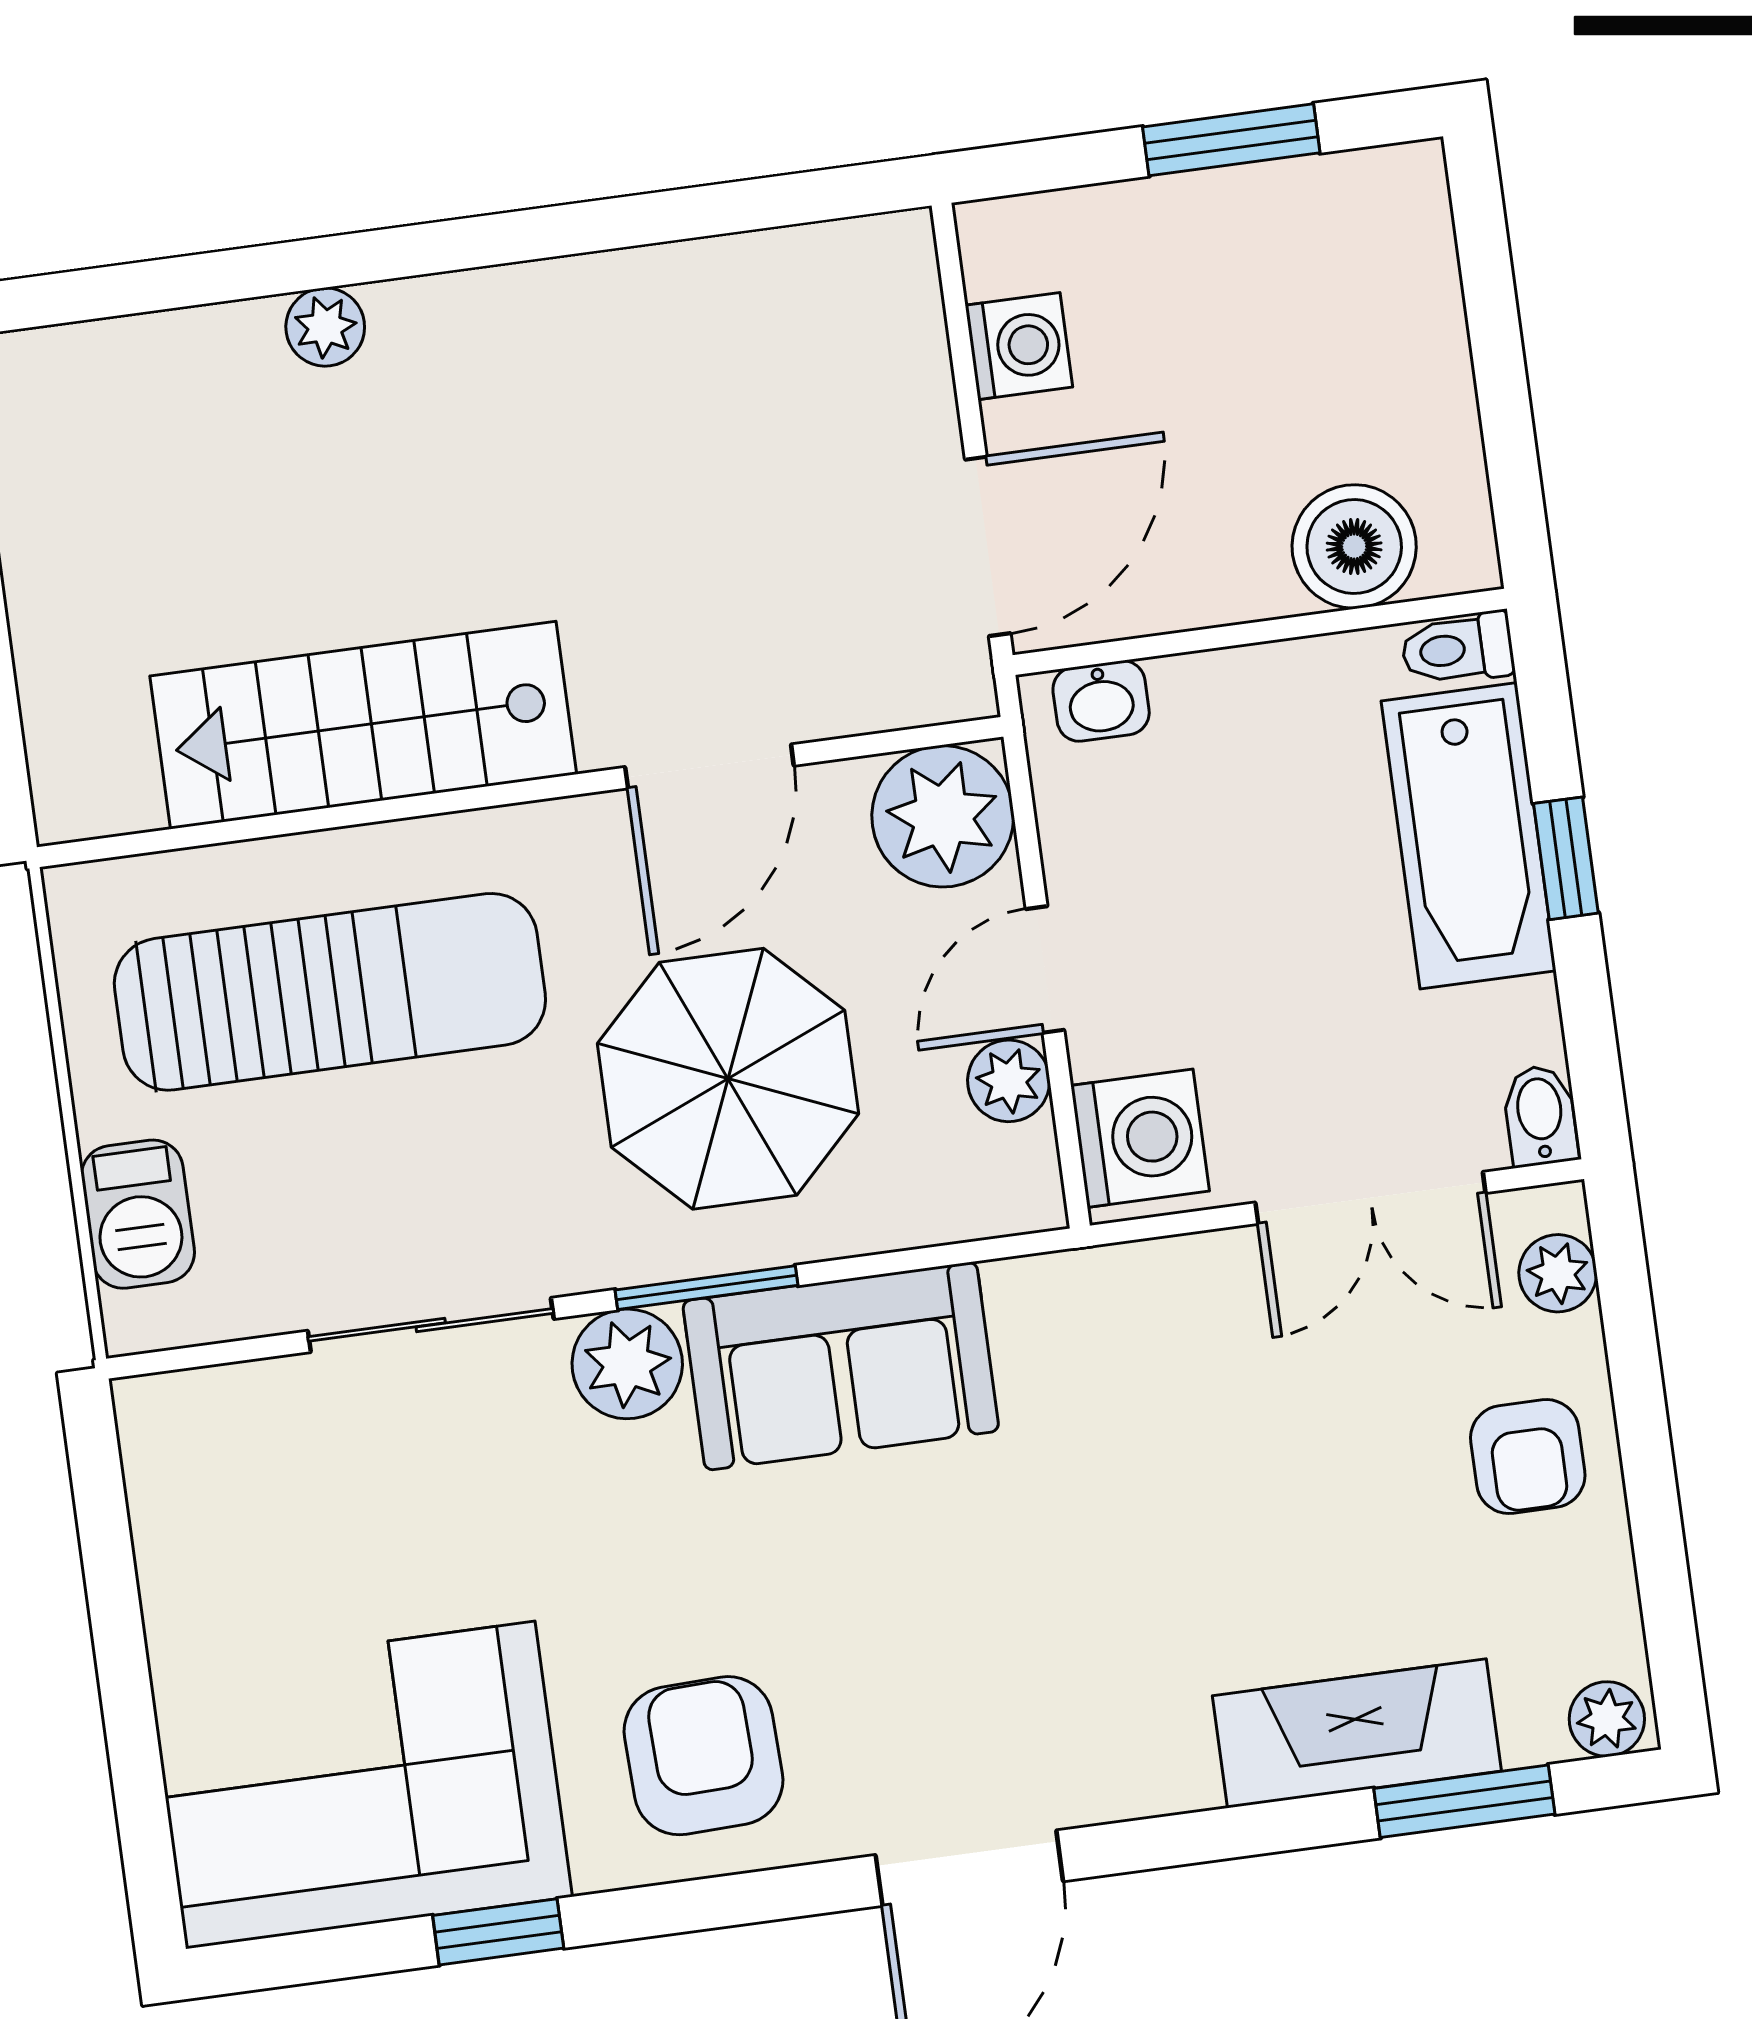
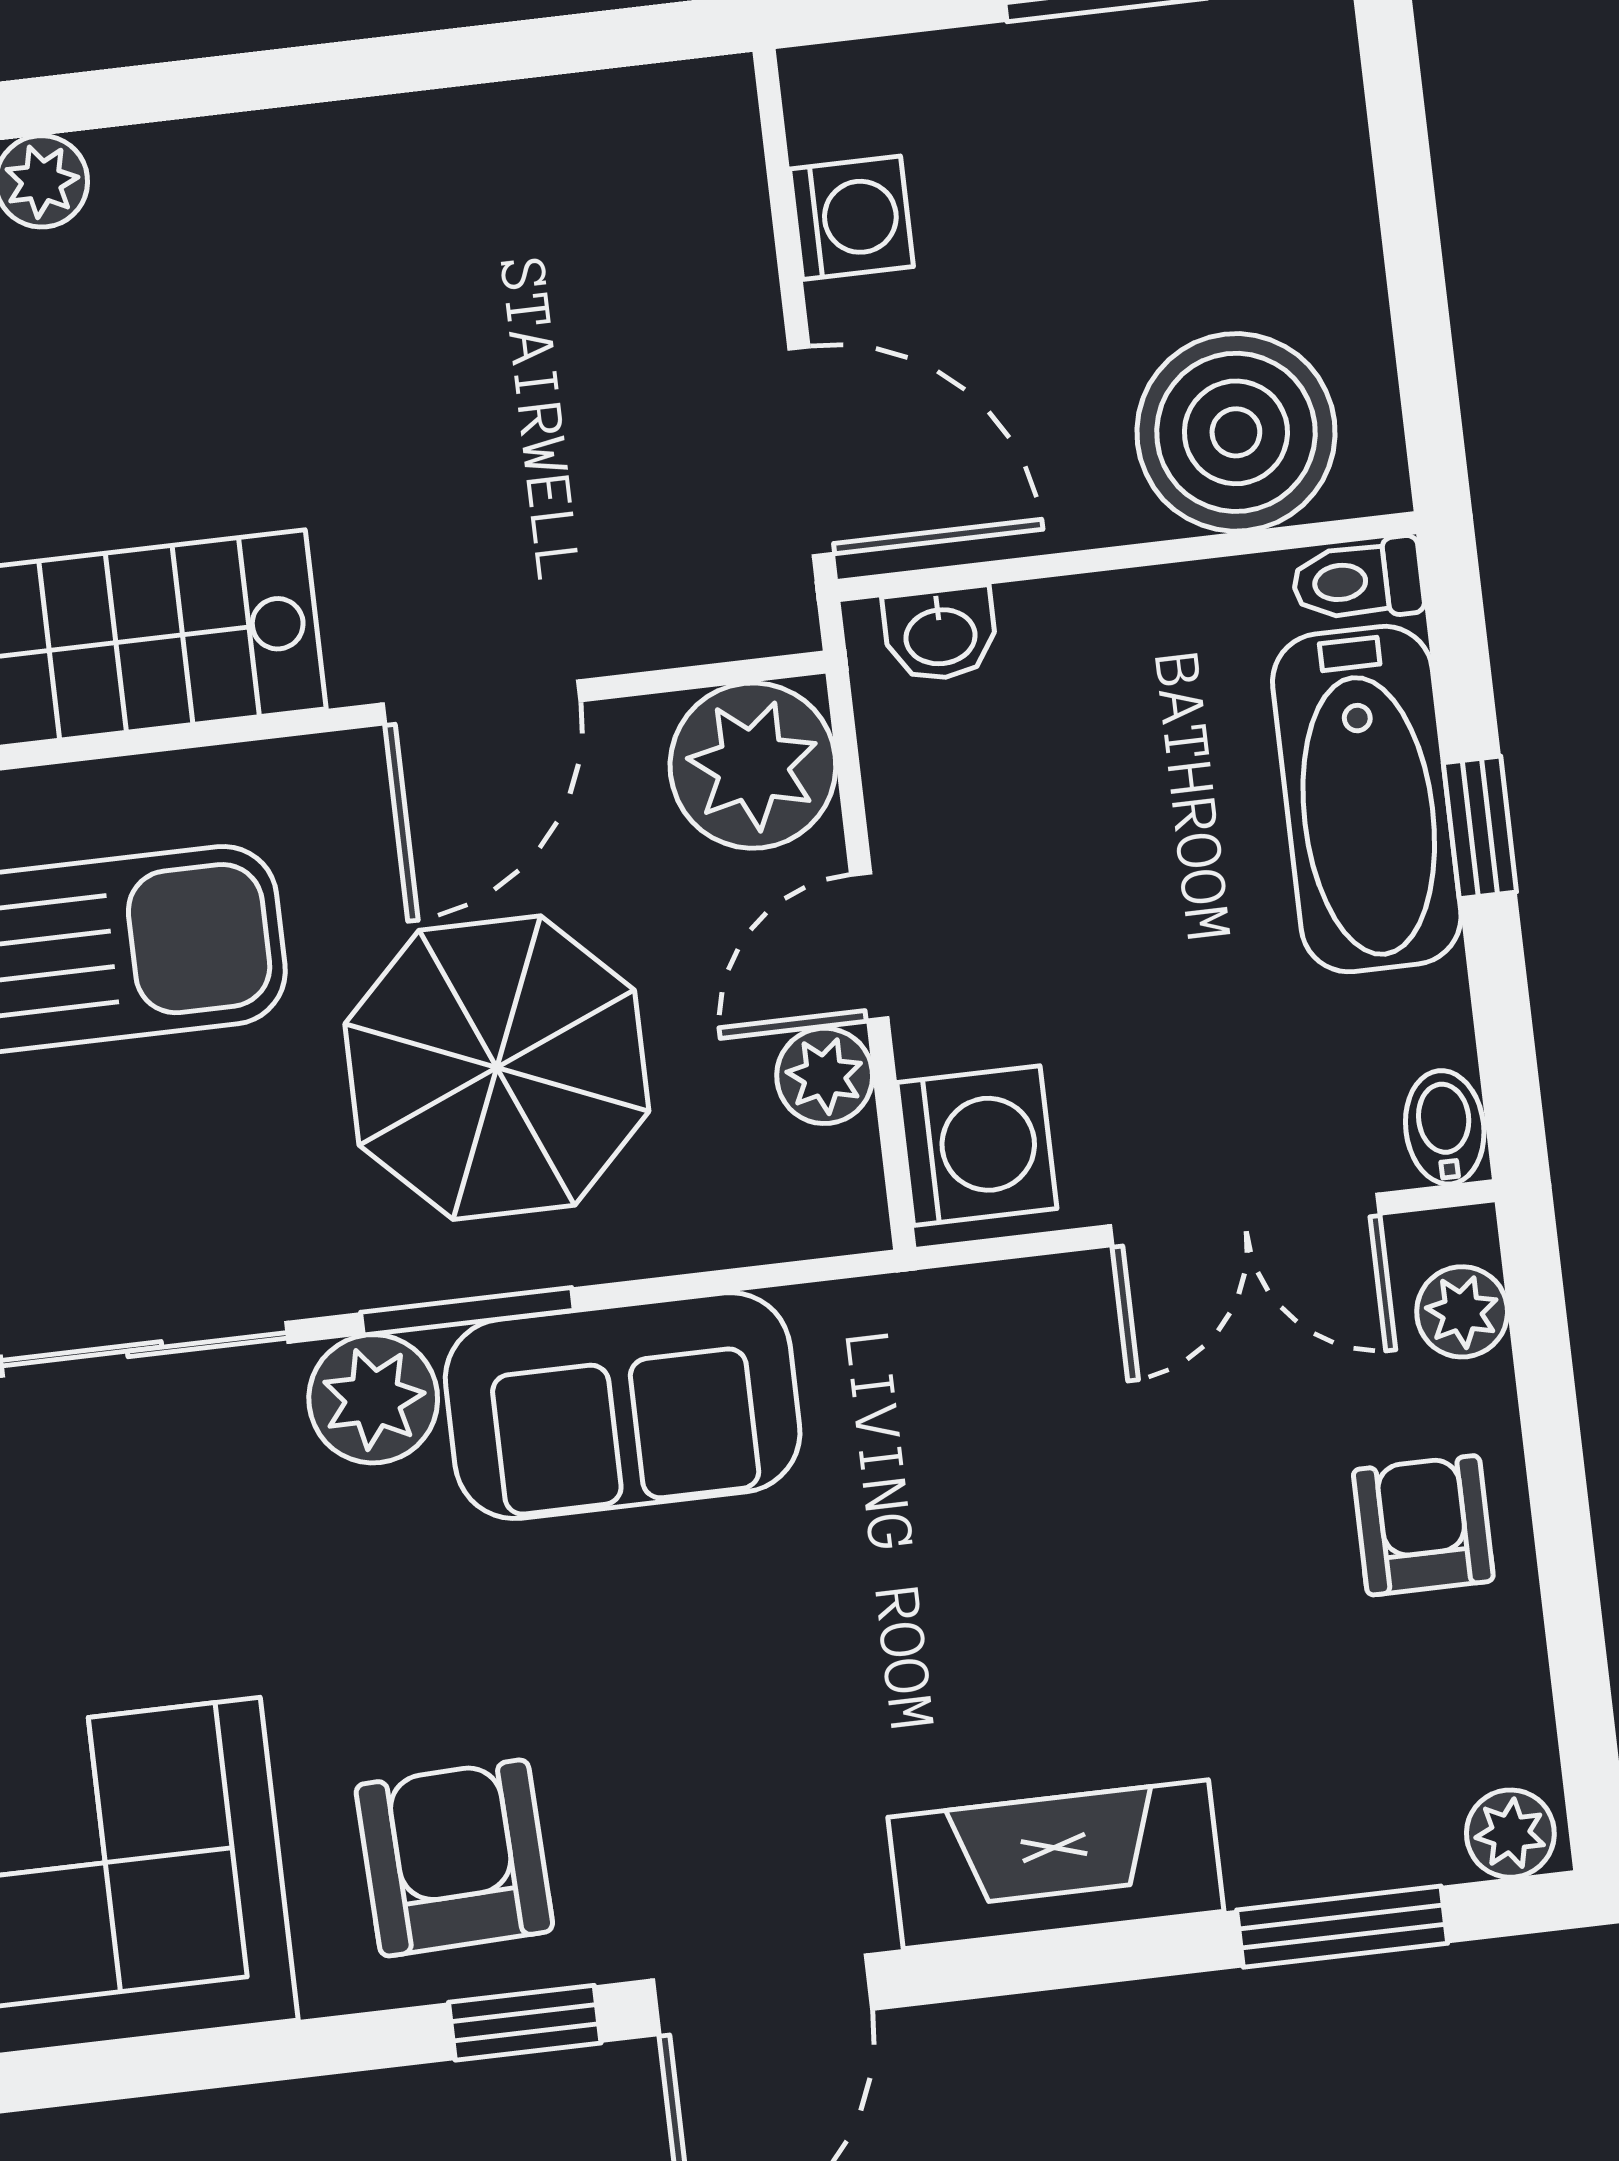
door: (988, 546) -> (811, 451), hinge flipped
boiler: (1354, 546) -> (1236, 432), width x1.37, depth x1.37
armchair: (1528, 1457) -> (1423, 1525), turned 180
fireplace: (1357, 1733) -> (1056, 1864), moved
window: (498, 1932) -> (525, 2023), moved

